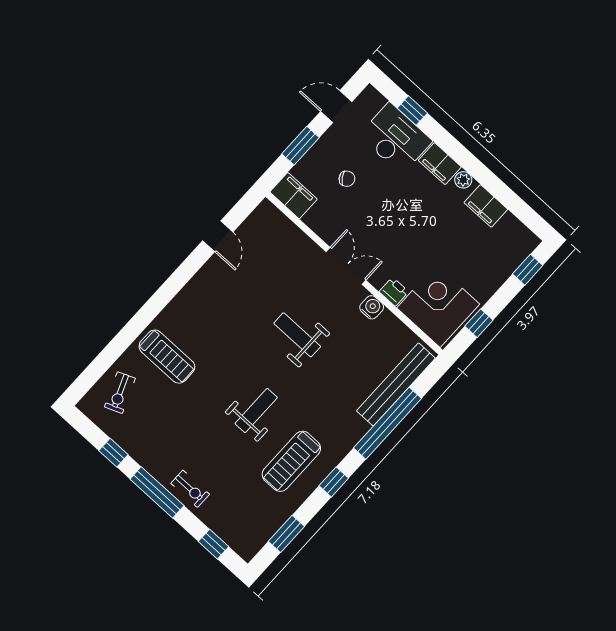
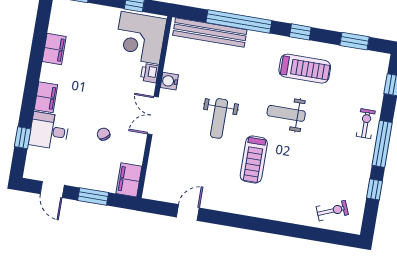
desk: (396, 138) -> (49, 131), width x0.73
chair: (347, 179) -> (104, 134), moved
plant: (463, 180) -> (47, 75), removed
treadmill: (167, 357) -> (254, 160), moved, turned 180

